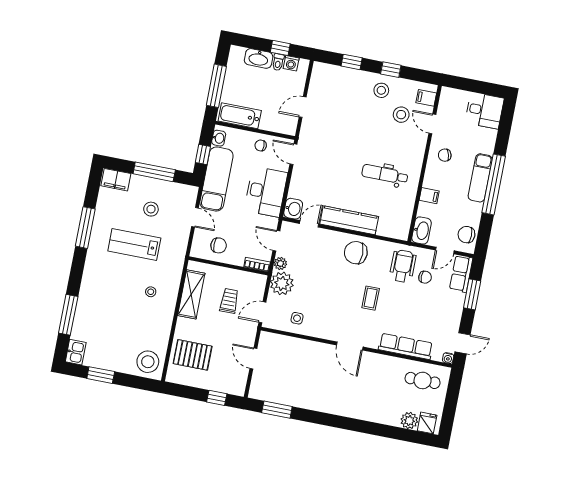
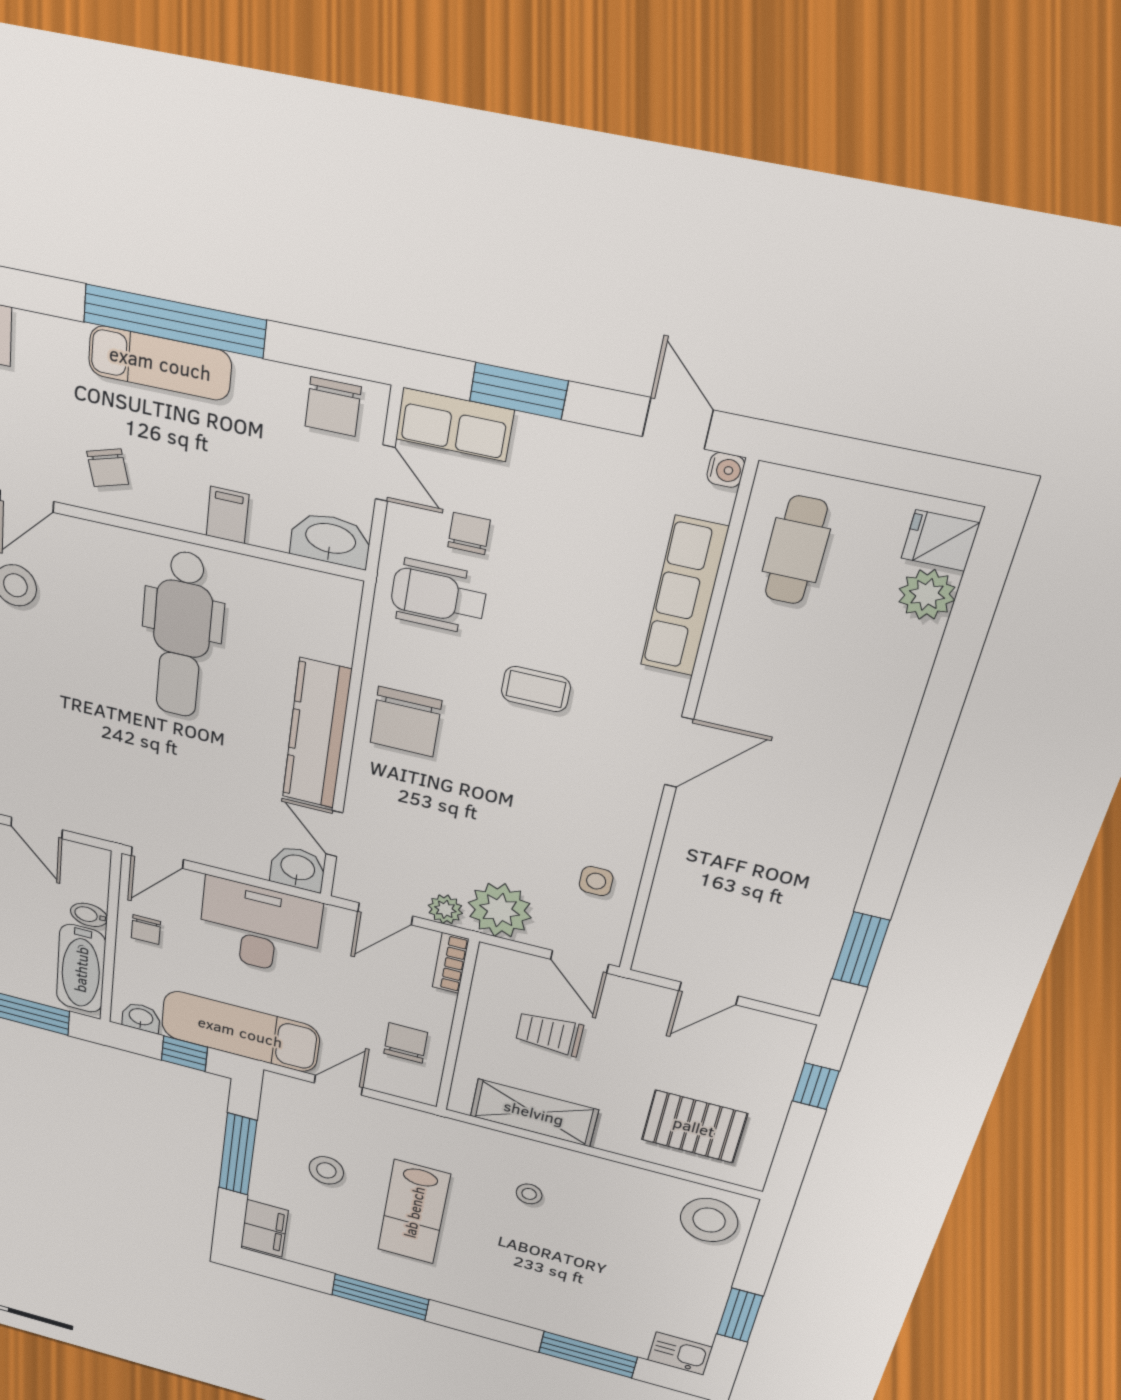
bidet: (265, 123) -> (89, 915), added
dental chair: (385, 174) -> (182, 635), width x1.36, depth x1.38
pallet: (193, 355) -> (694, 1127), turned 90

